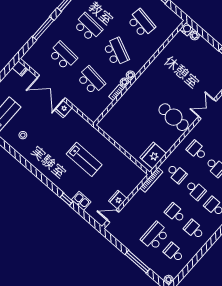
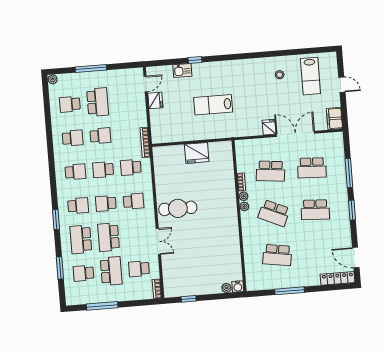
filing cabinet: (20, 68) -> (334, 118), width x2.00
fridge: (153, 155) -> (197, 153), moved, turned 90
school desk: (174, 253) -> (70, 104), turned 180

